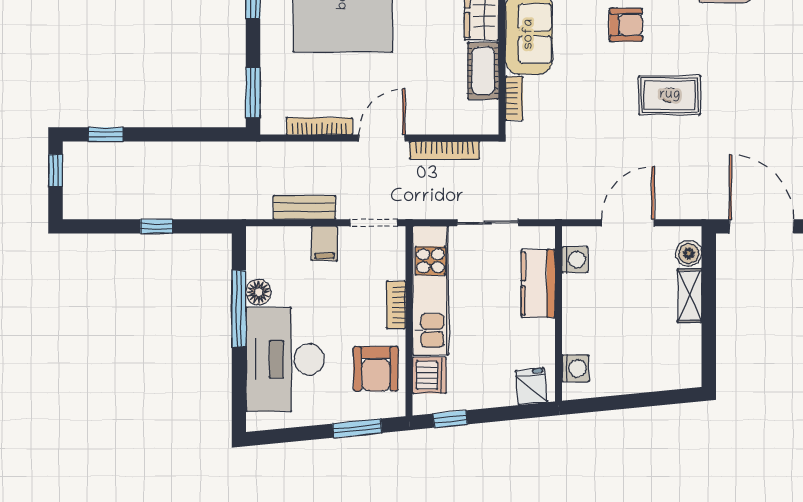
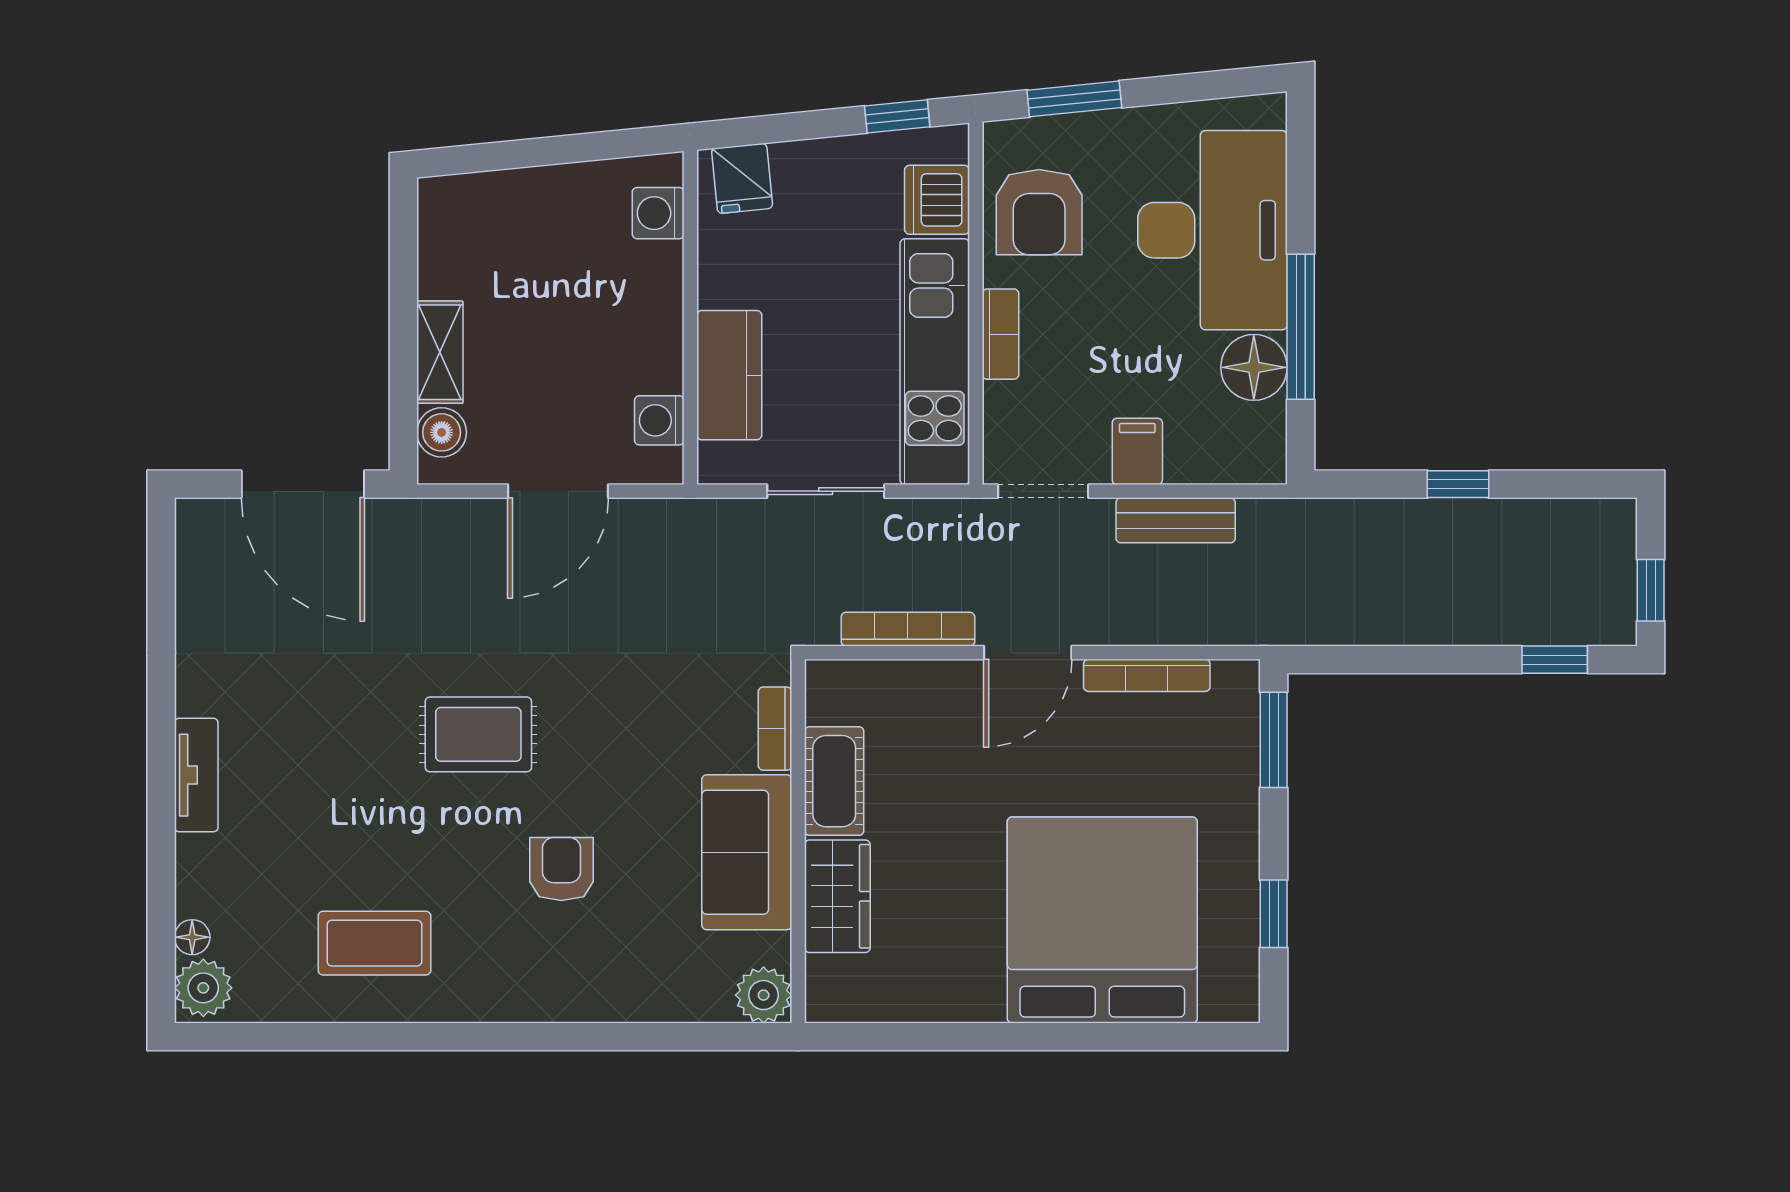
armchair: (626, 25) -> (561, 869), turned 90
floor lamp: (259, 292) -> (1254, 367), width x1.38, depth x1.38
armchair: (376, 369) -> (1039, 212), turned 180

